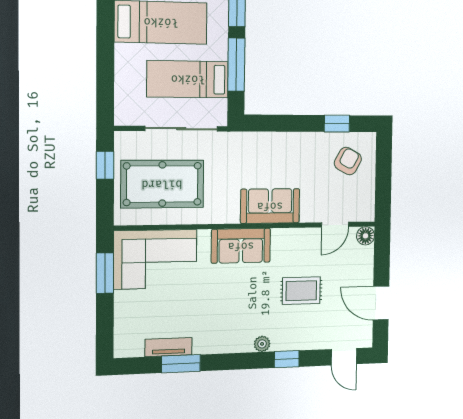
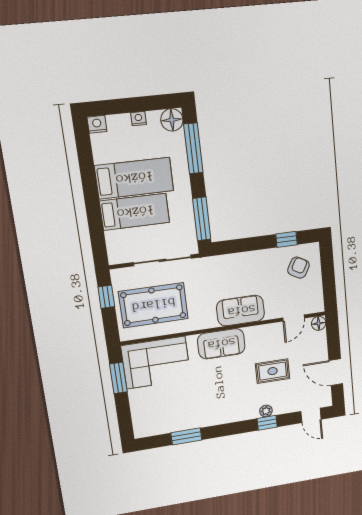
window: (236, 65) -> (202, 219), moved
bed: (188, 79) -> (135, 212), moved, turned 180
plant: (262, 344) -> (266, 411), moved
tv unit: (169, 347) -> (175, 426), removed

